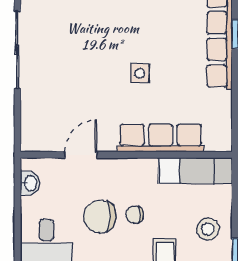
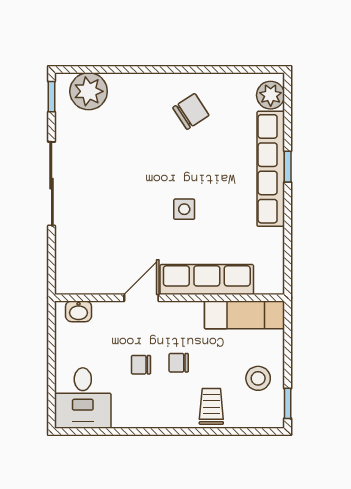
door: (81, 155) -> (141, 298), moved
washbasin: (30, 183) -> (79, 311), moved, turned 90
chair: (100, 217) -> (141, 365), width x0.54, depth x0.54

